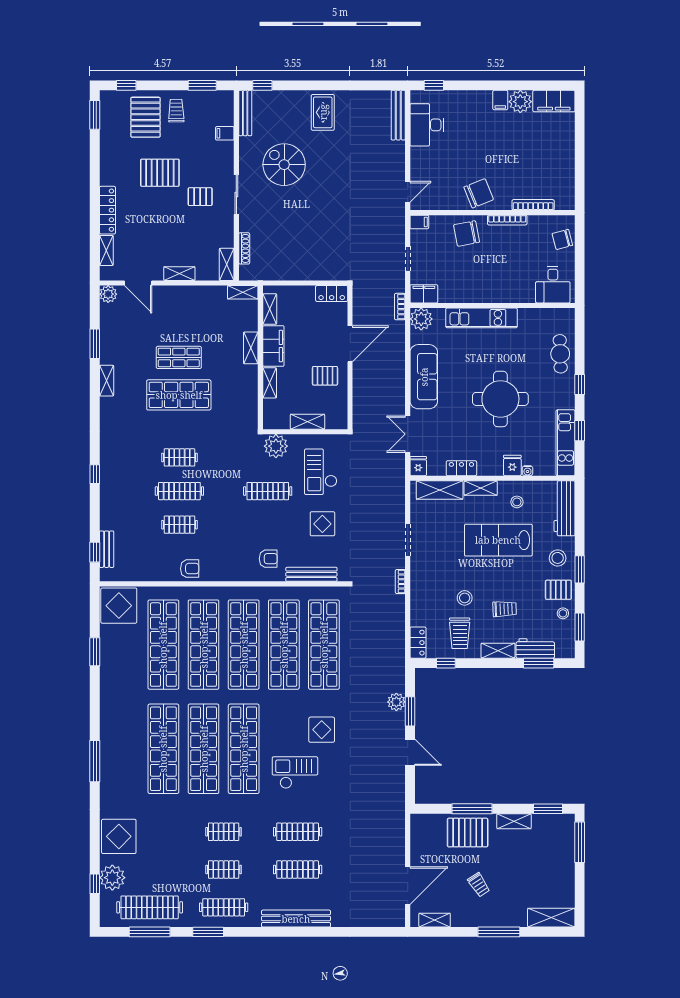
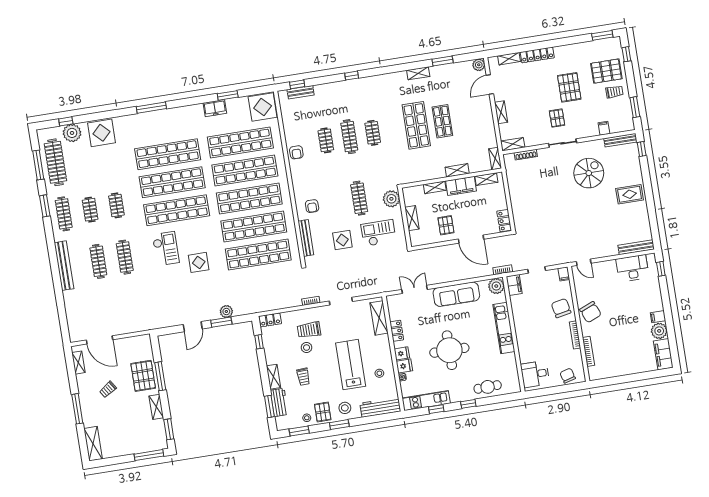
fridge: (418, 466) -> (402, 353), moved
shelving: (481, 488) -> (385, 346), removed
trolley: (460, 633) -> (309, 330), moved
freezer: (110, 672) -> (215, 108), added

